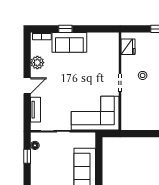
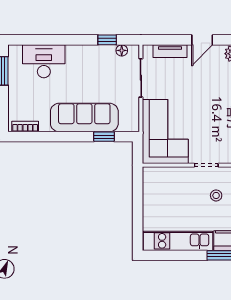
door: (27, 86) -> (202, 40), hinge flipped
window: (99, 159) -> (104, 137), added

